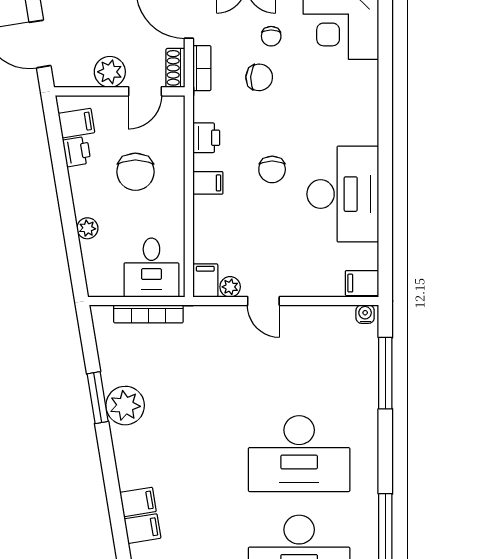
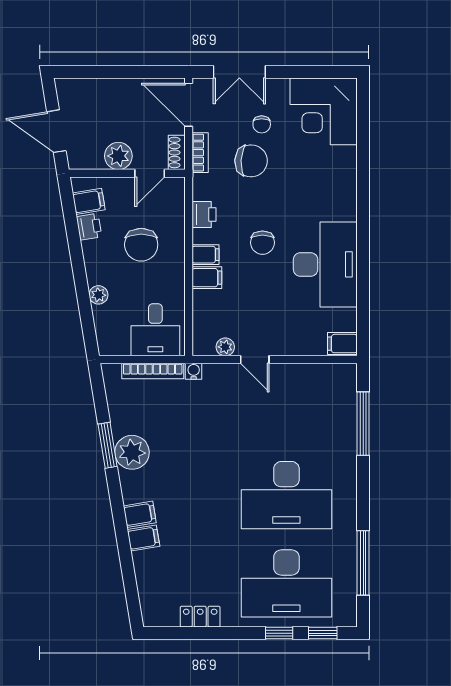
chair: (259, 77) -> (251, 161), width x1.37, depth x1.37
filing cabinet: (205, 280) -> (207, 278), moved, turned 90
water cooler: (365, 314) -> (194, 371), moved
filing cabinet: (143, 529) -> (140, 514), moved

